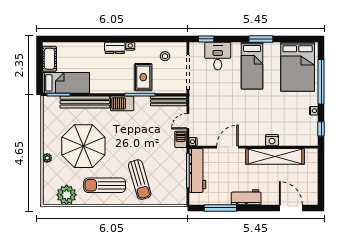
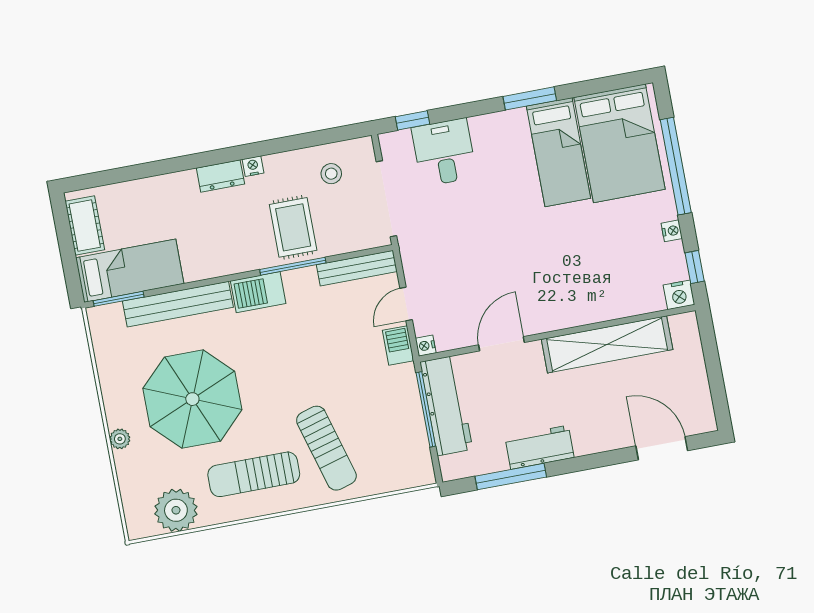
bed: (252, 66) -> (558, 152), moved
nightstand: (272, 140) -> (679, 295), moved
workbench: (246, 197) -> (540, 447), moved

